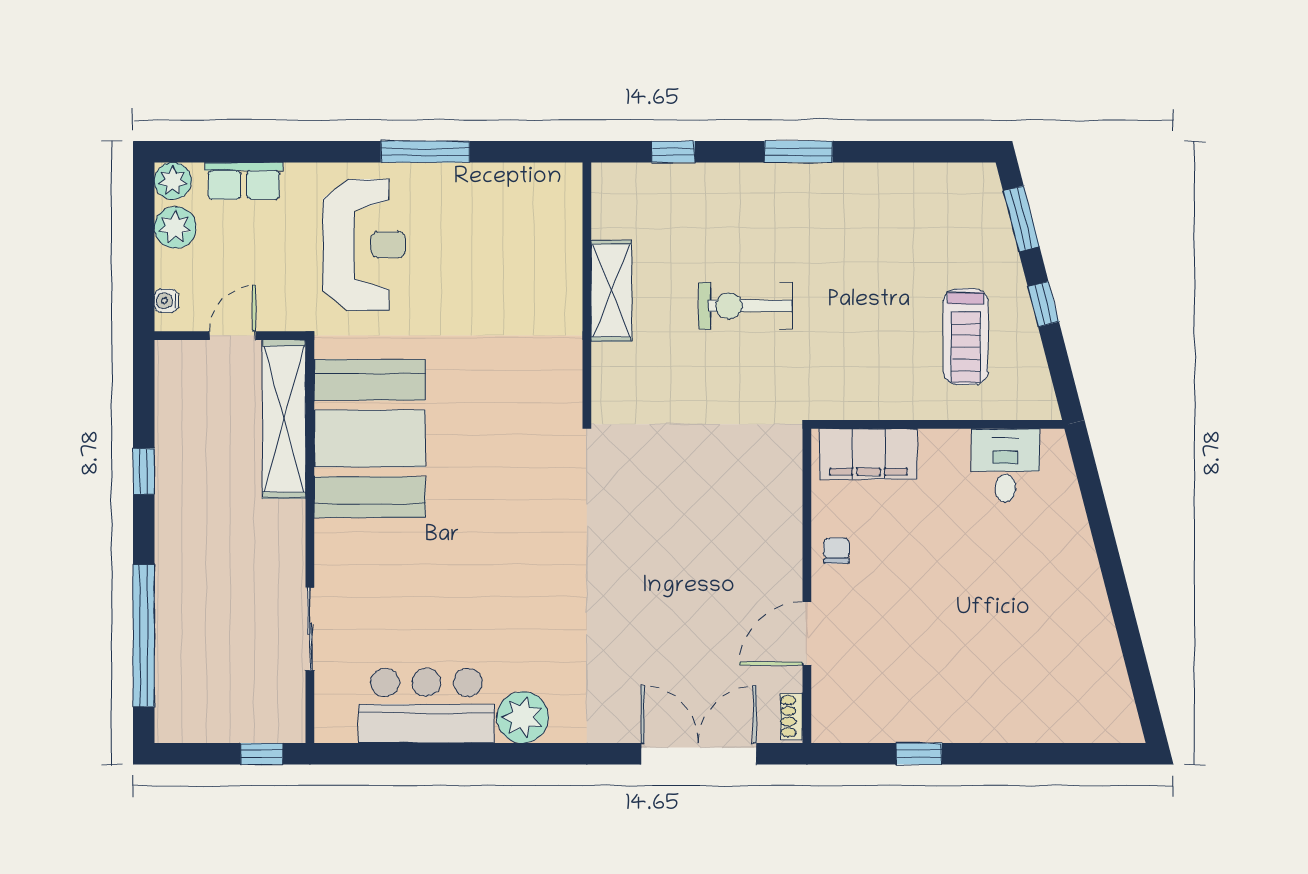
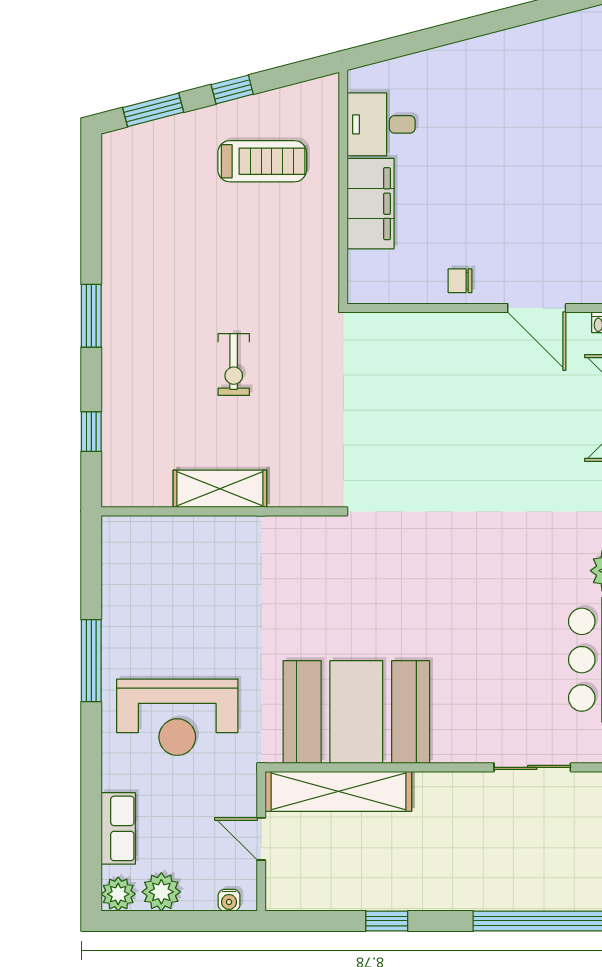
reception desk: (364, 245) -> (177, 717), turned 180
exercise bike: (746, 306) -> (234, 365), width x0.73, depth x0.72
filing cabinet: (868, 454) -> (371, 204), moved

